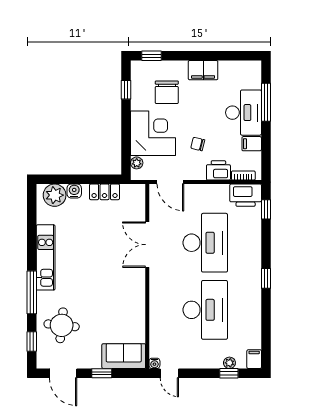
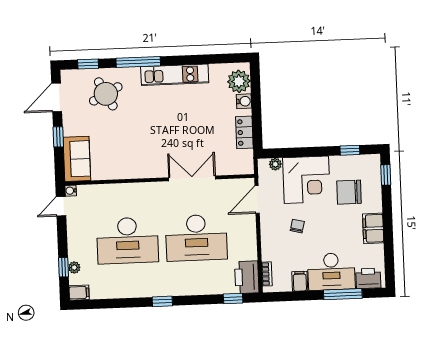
printer: (218, 170) -> (368, 278), moved, turned -90
round table: (62, 325) -> (106, 94), turned -34

